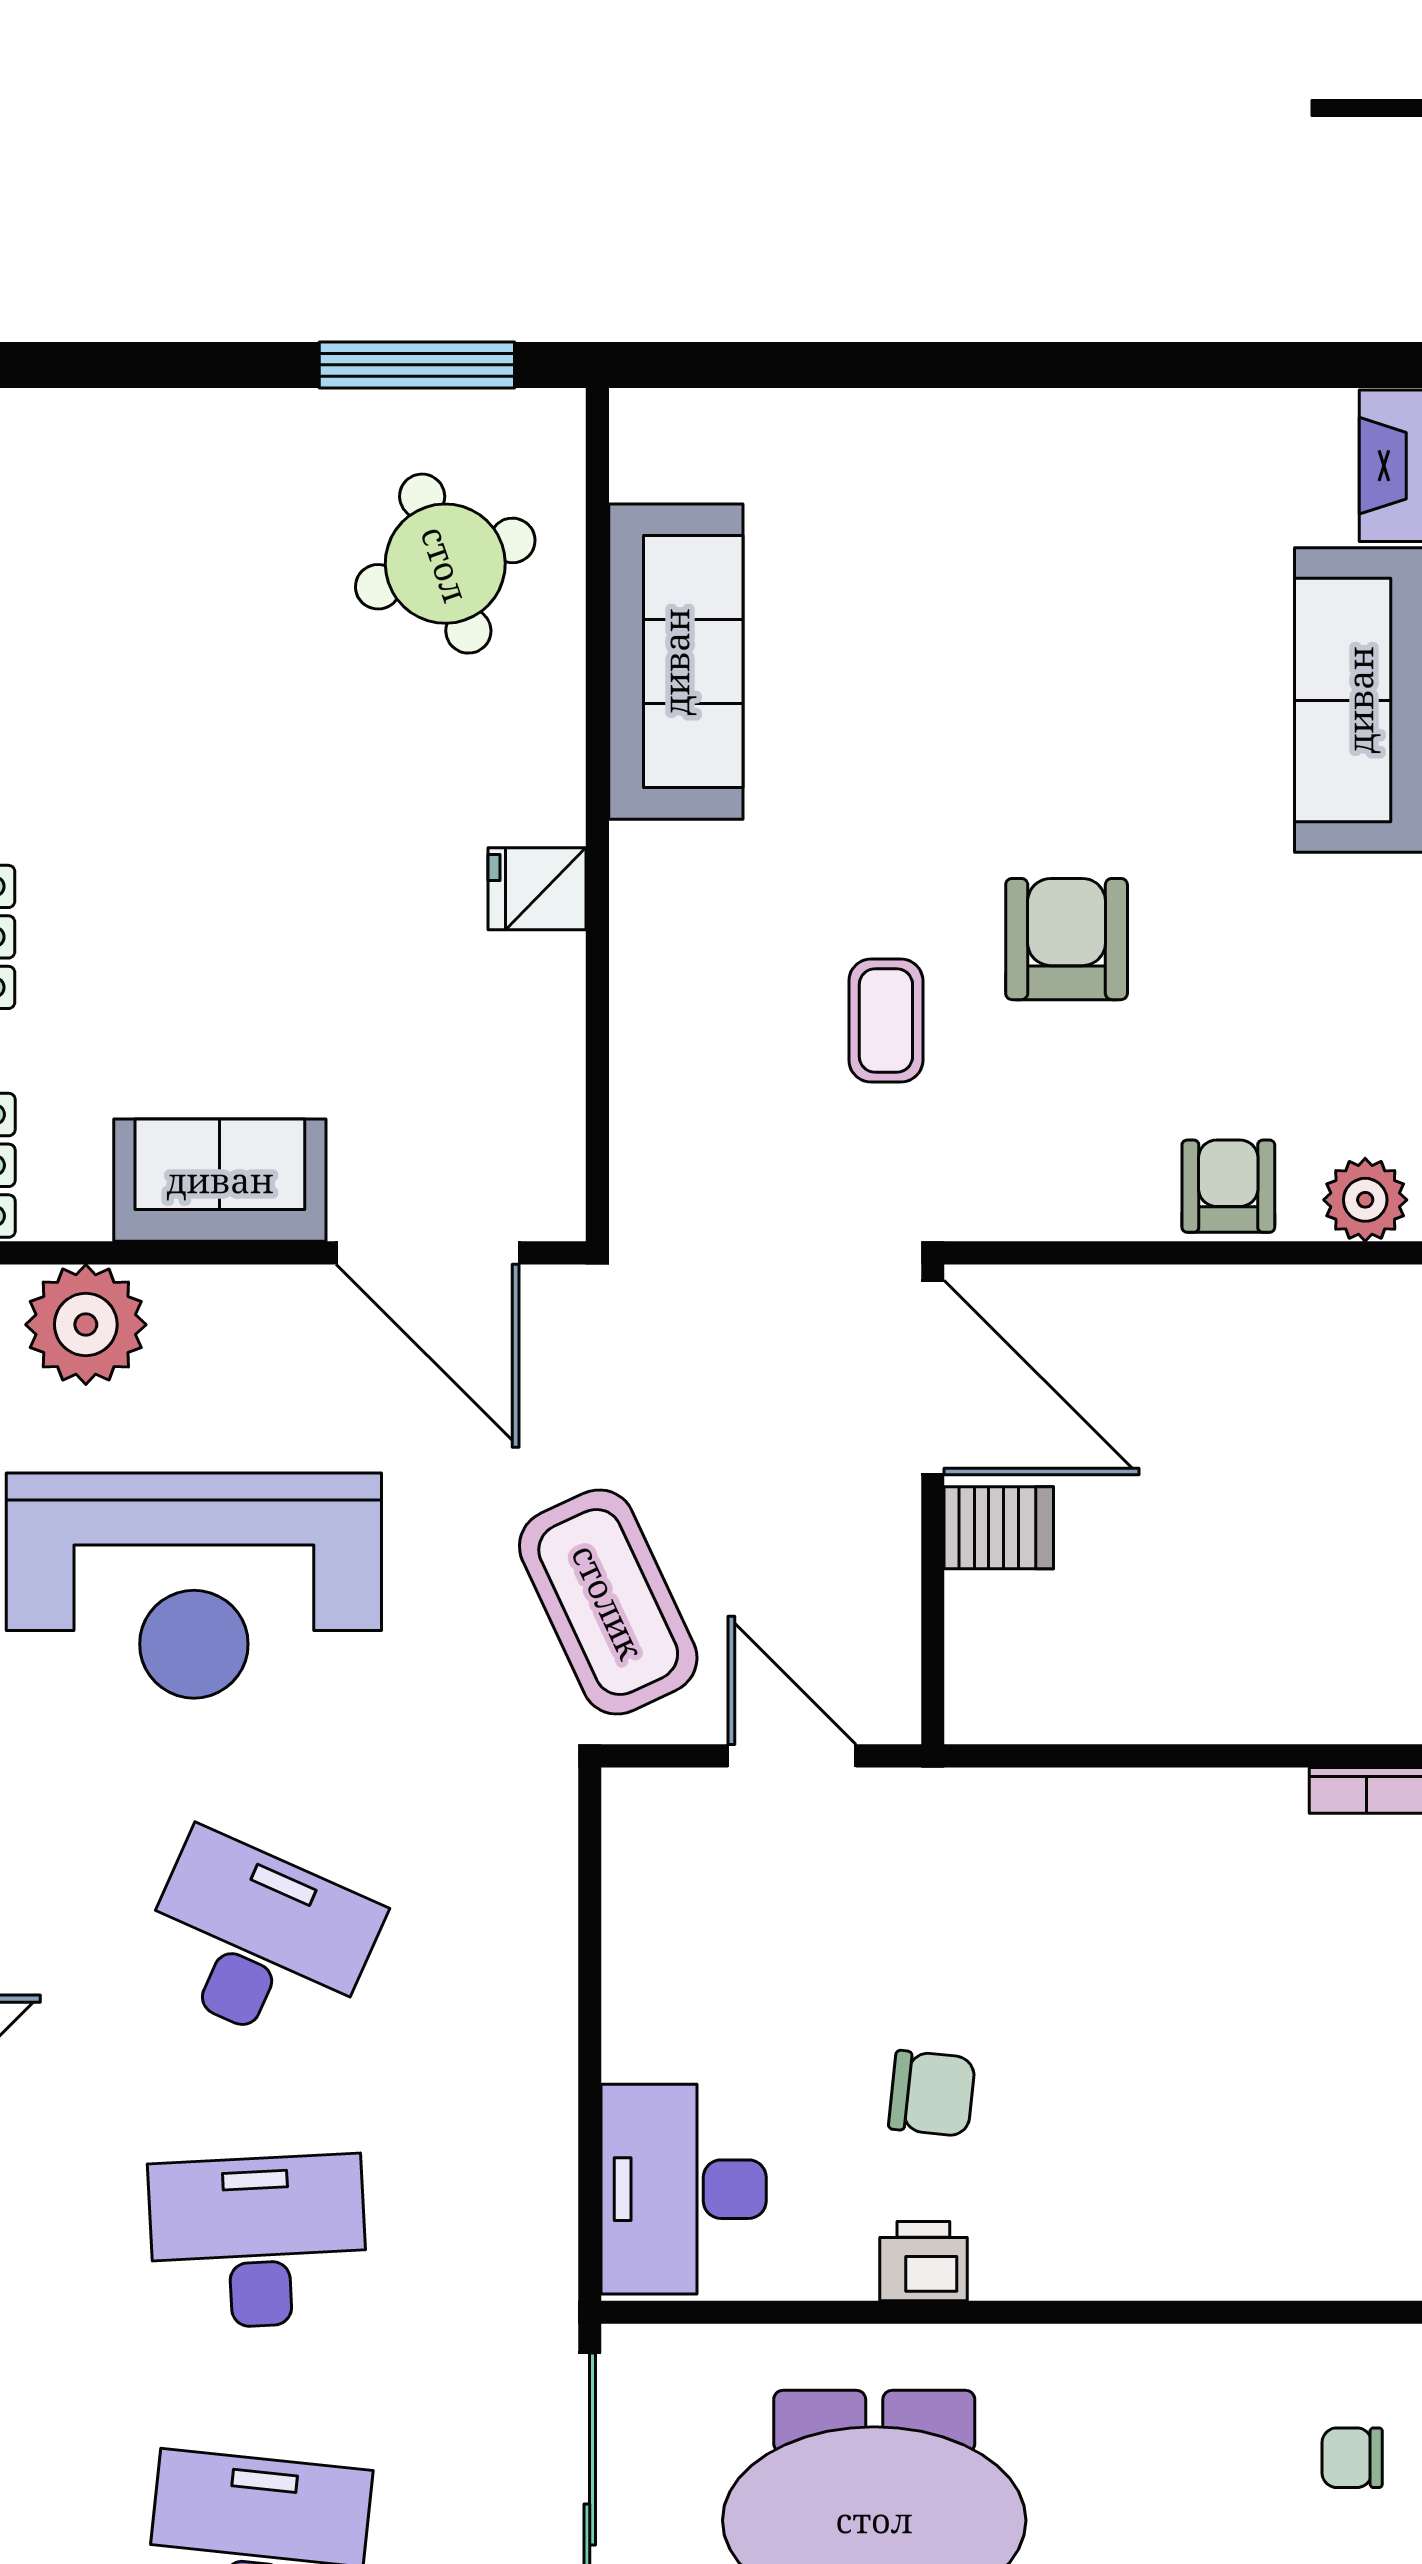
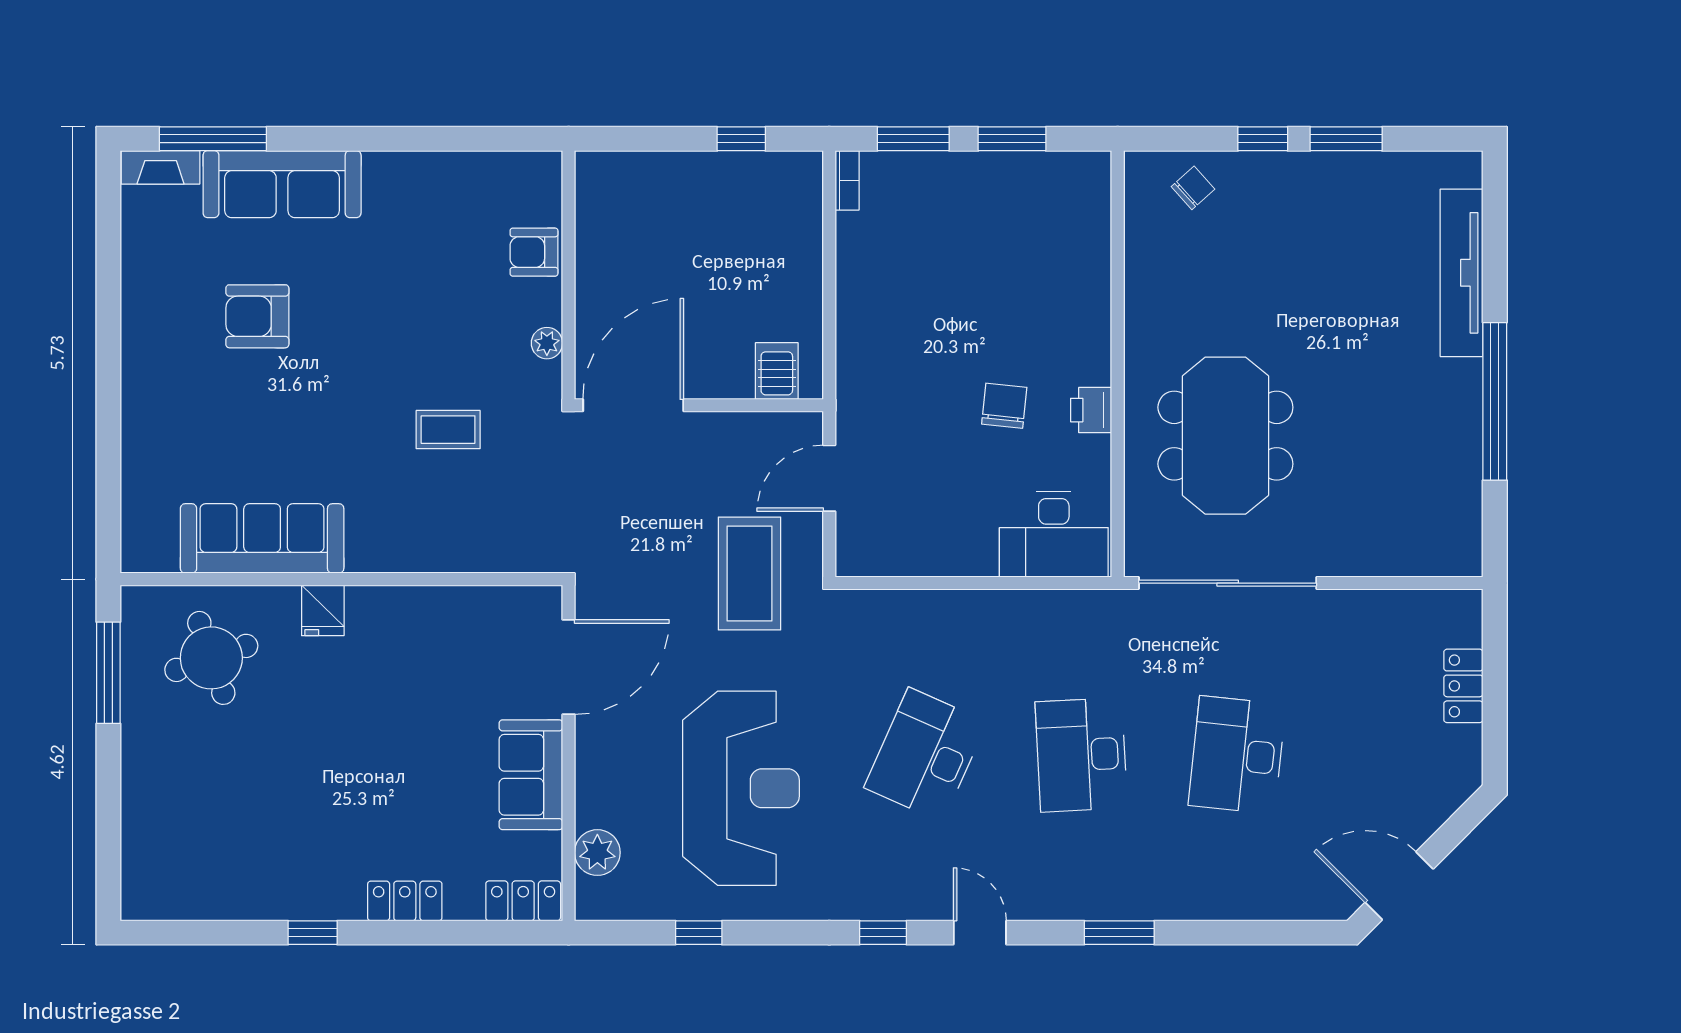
fridge: (537, 889) -> (323, 610), moved
armchair: (1067, 939) -> (257, 316), moved
plant: (1365, 1200) -> (547, 343), moved, width x0.73, depth x0.73
plant: (86, 1325) -> (597, 853), width x0.73, depth x0.73
server rack: (999, 1528) -> (777, 371), moved
coffee table: (608, 1602) -> (749, 574), turned -65
chair: (1352, 2458) -> (1193, 188), turned -132

